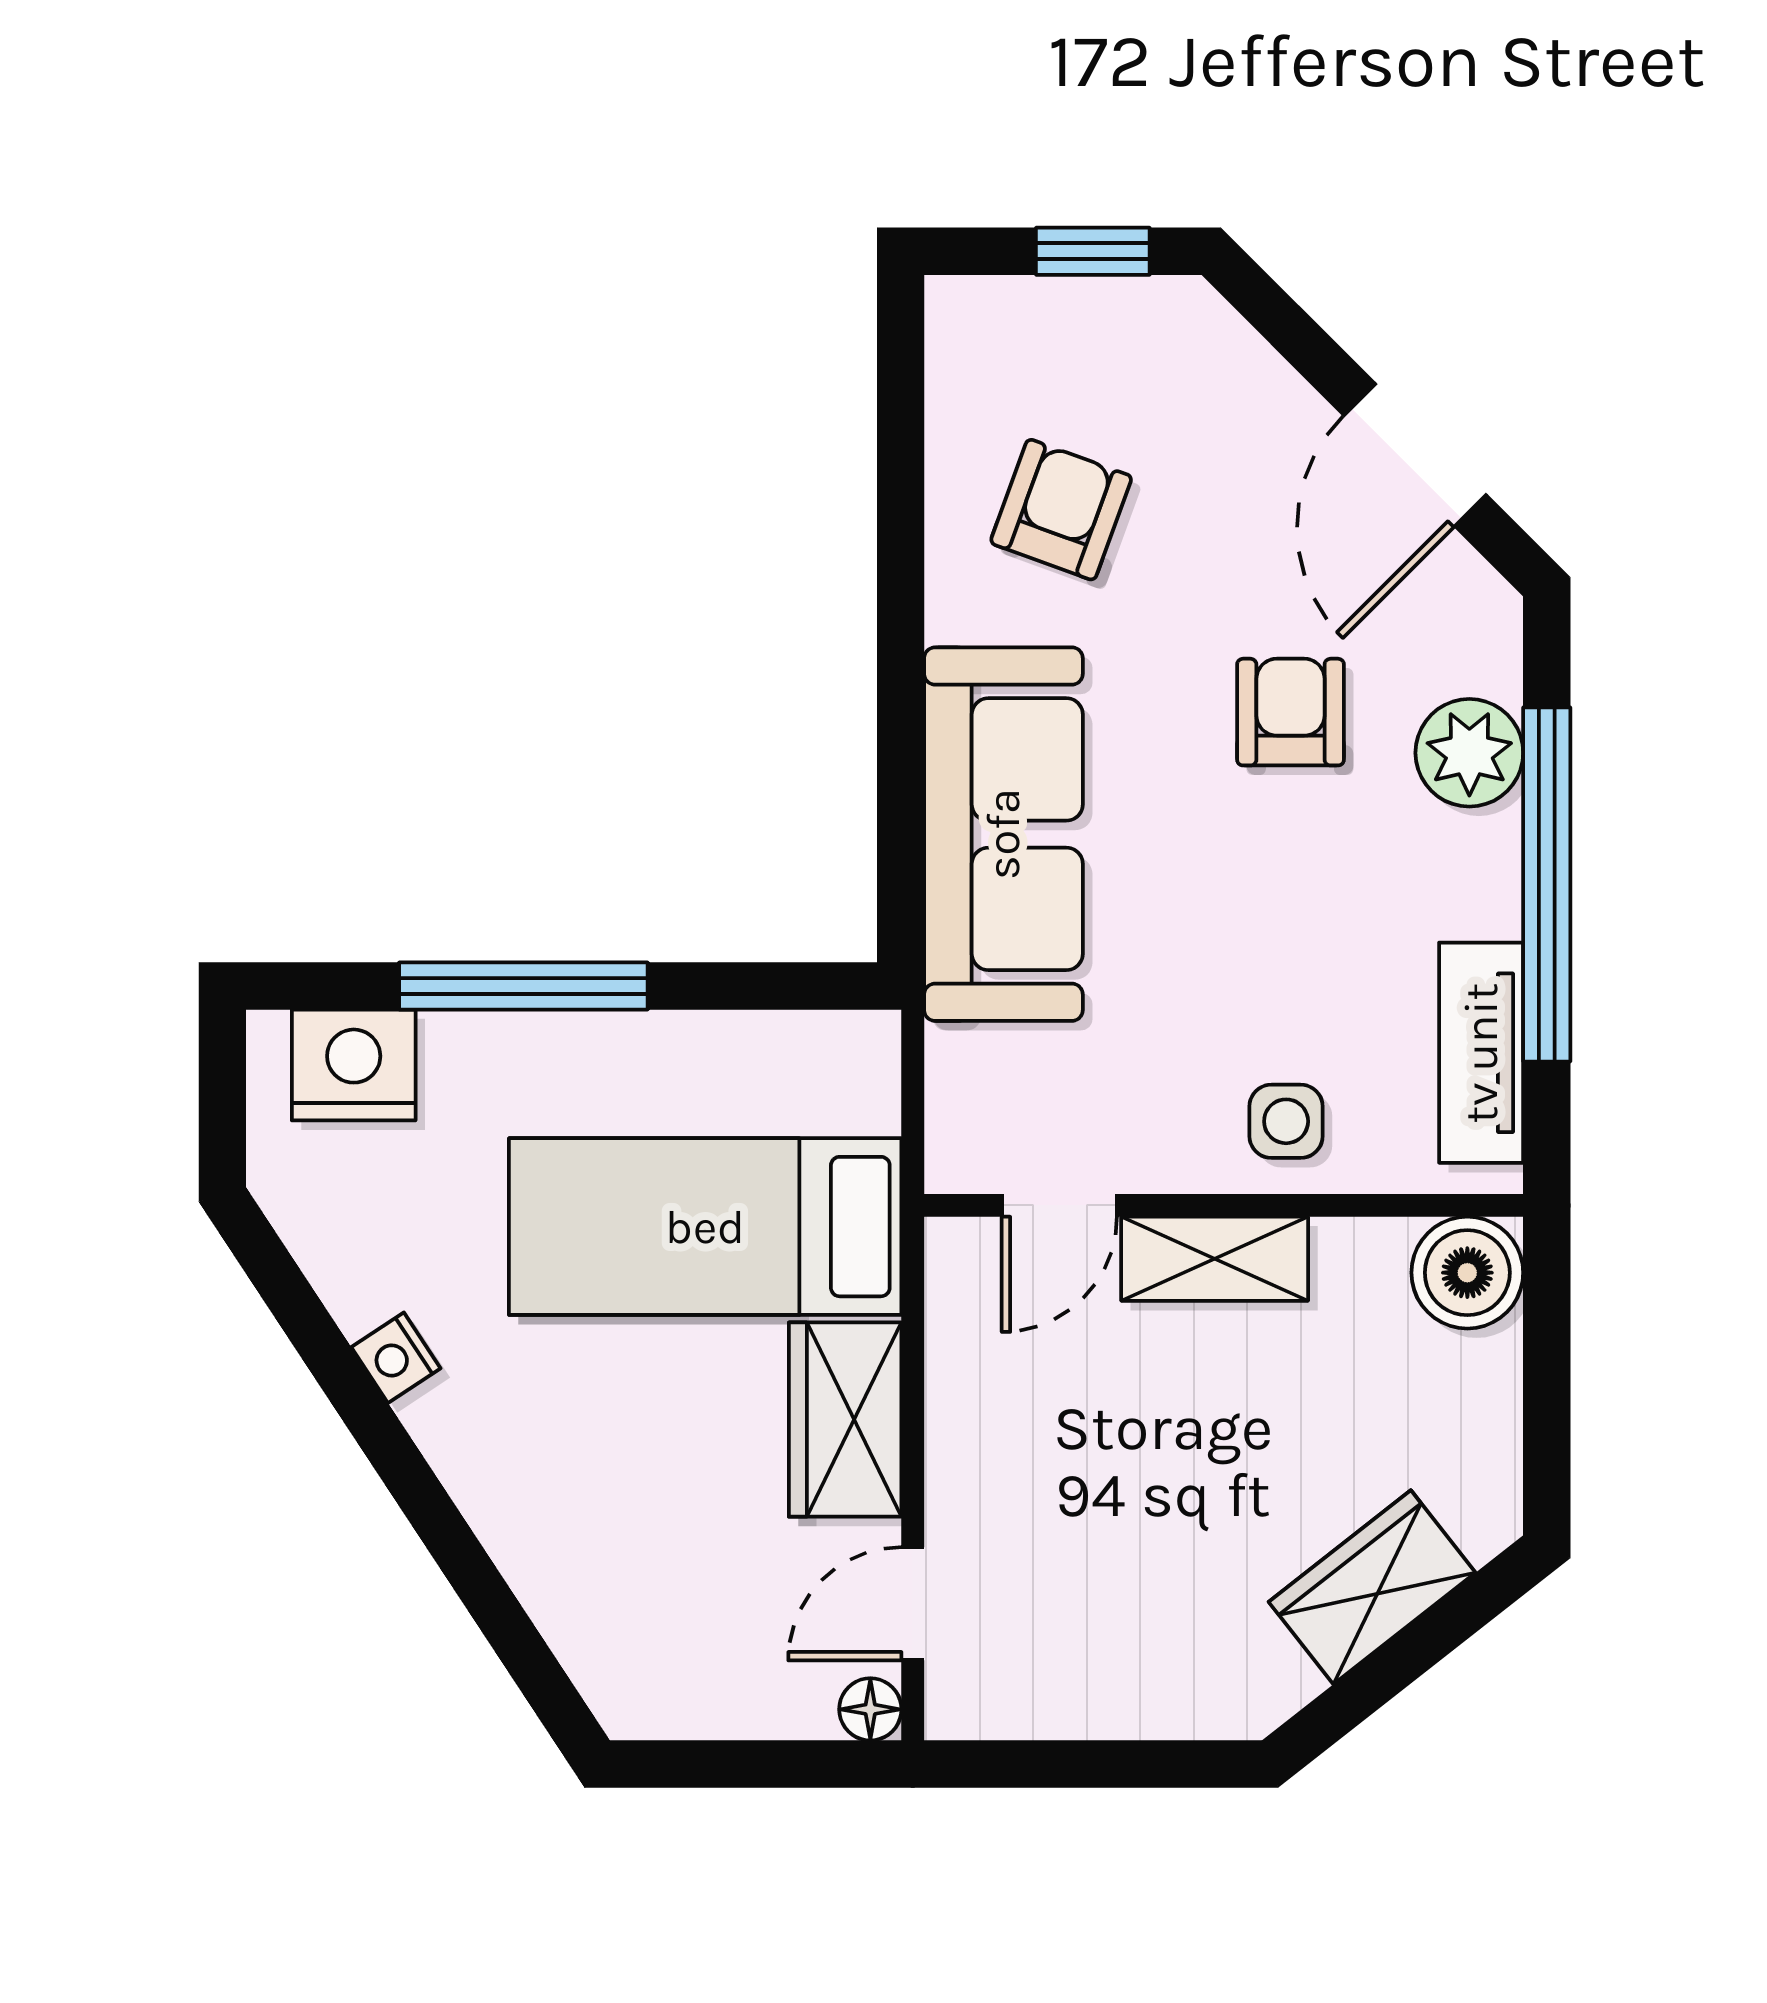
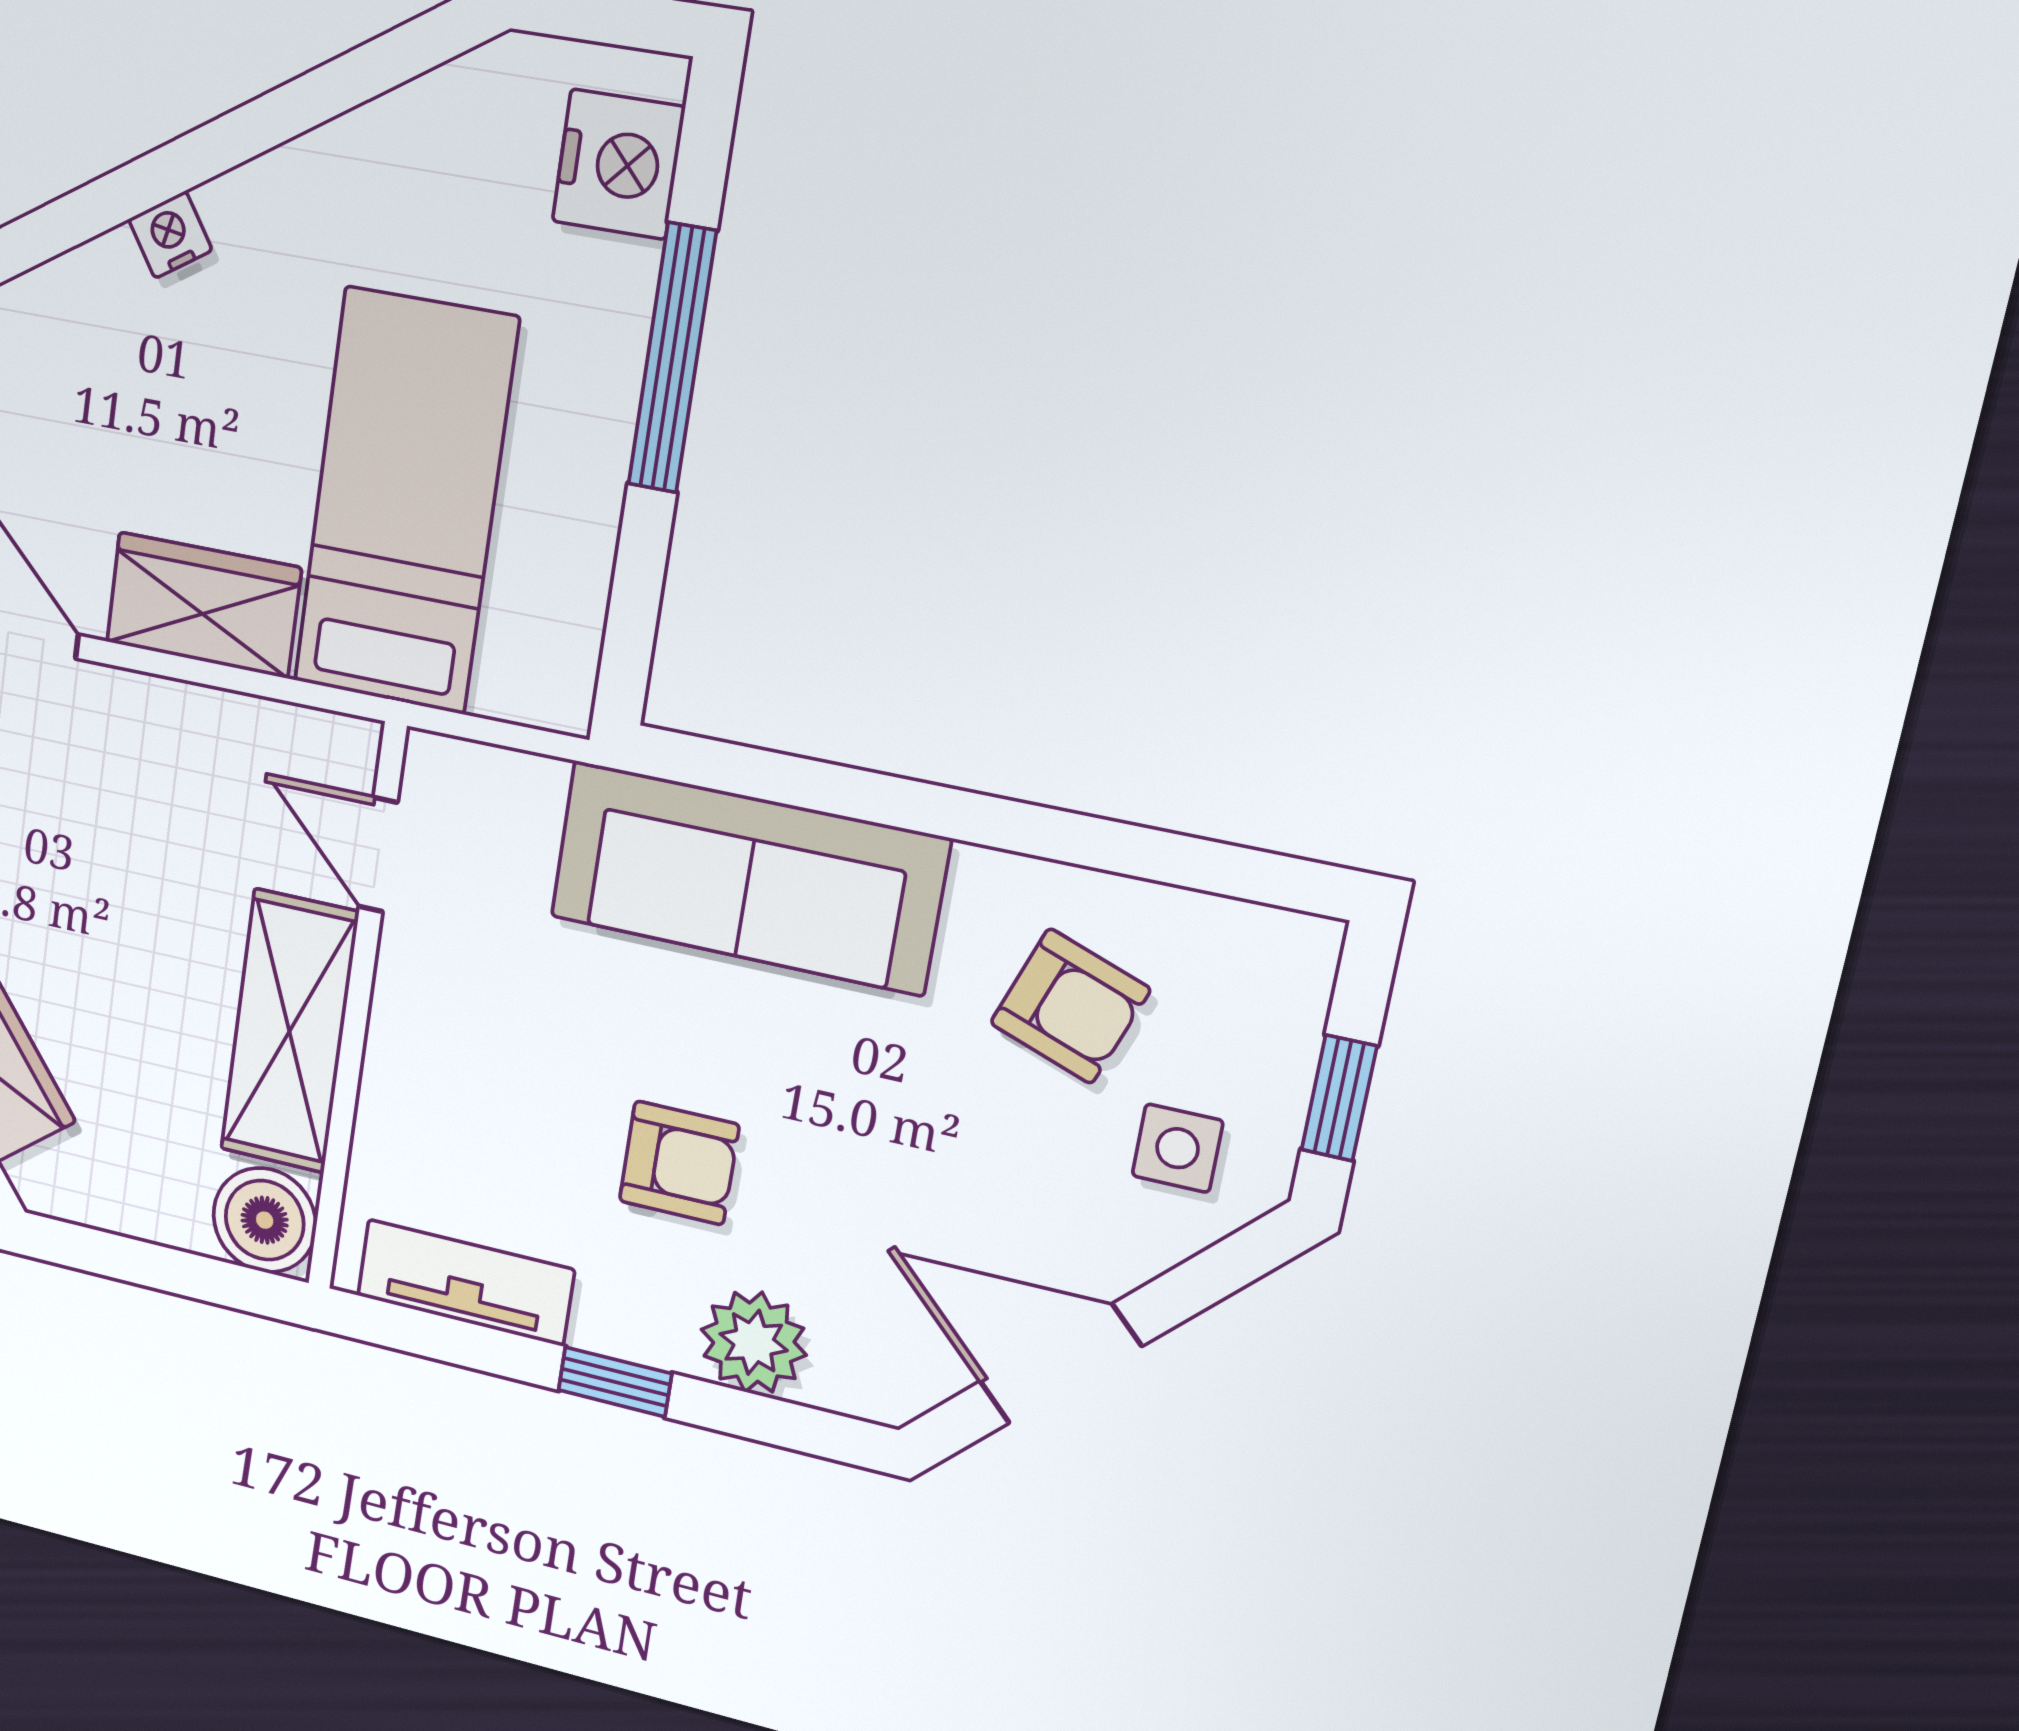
armchair: (1290, 712) -> (679, 1163), moved
window: (1547, 884) -> (615, 1382), width x0.32
side table: (1286, 1121) -> (1178, 1148), moved
shelving: (1215, 1259) -> (289, 1031), width x1.50, depth x1.33
nightstand: (396, 1358) -> (170, 235), moved

